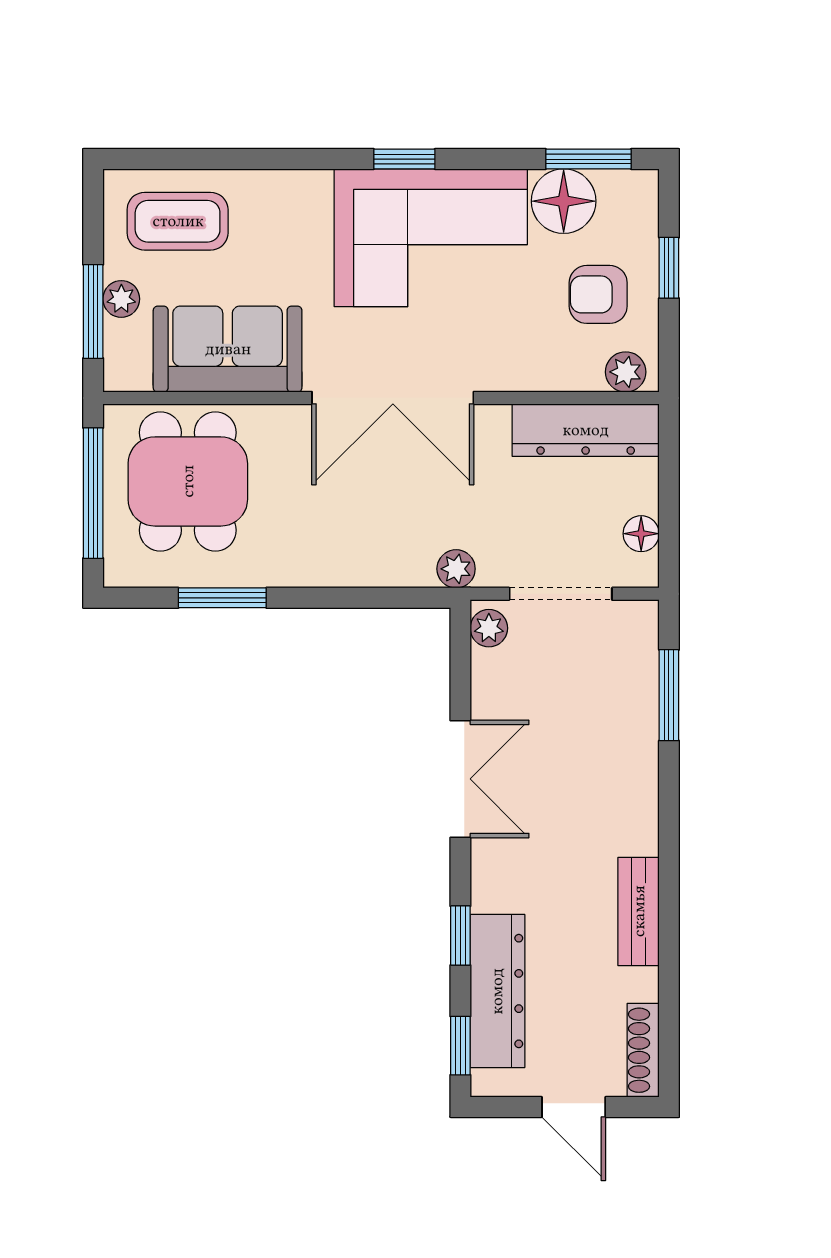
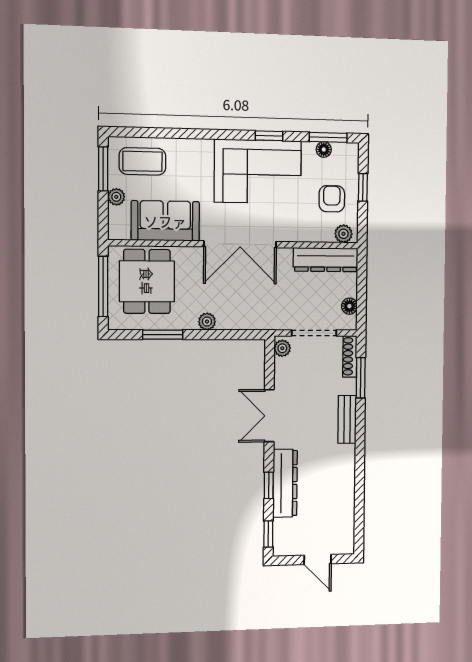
window: (404, 159) -> (269, 136), moved
floor lamp: (564, 201) -> (324, 149), width x0.53, depth x0.53
armchair: (598, 294) -> (332, 199), turned 90
window: (93, 311) -> (103, 169), moved
plant: (456, 569) -> (207, 322), moved
double door: (460, 779) -> (269, 416), swing flipped
bench: (639, 911) -> (347, 419), moved
dresser: (497, 991) -> (285, 483), moved
shoe rack: (643, 1050) -> (350, 356), moved

